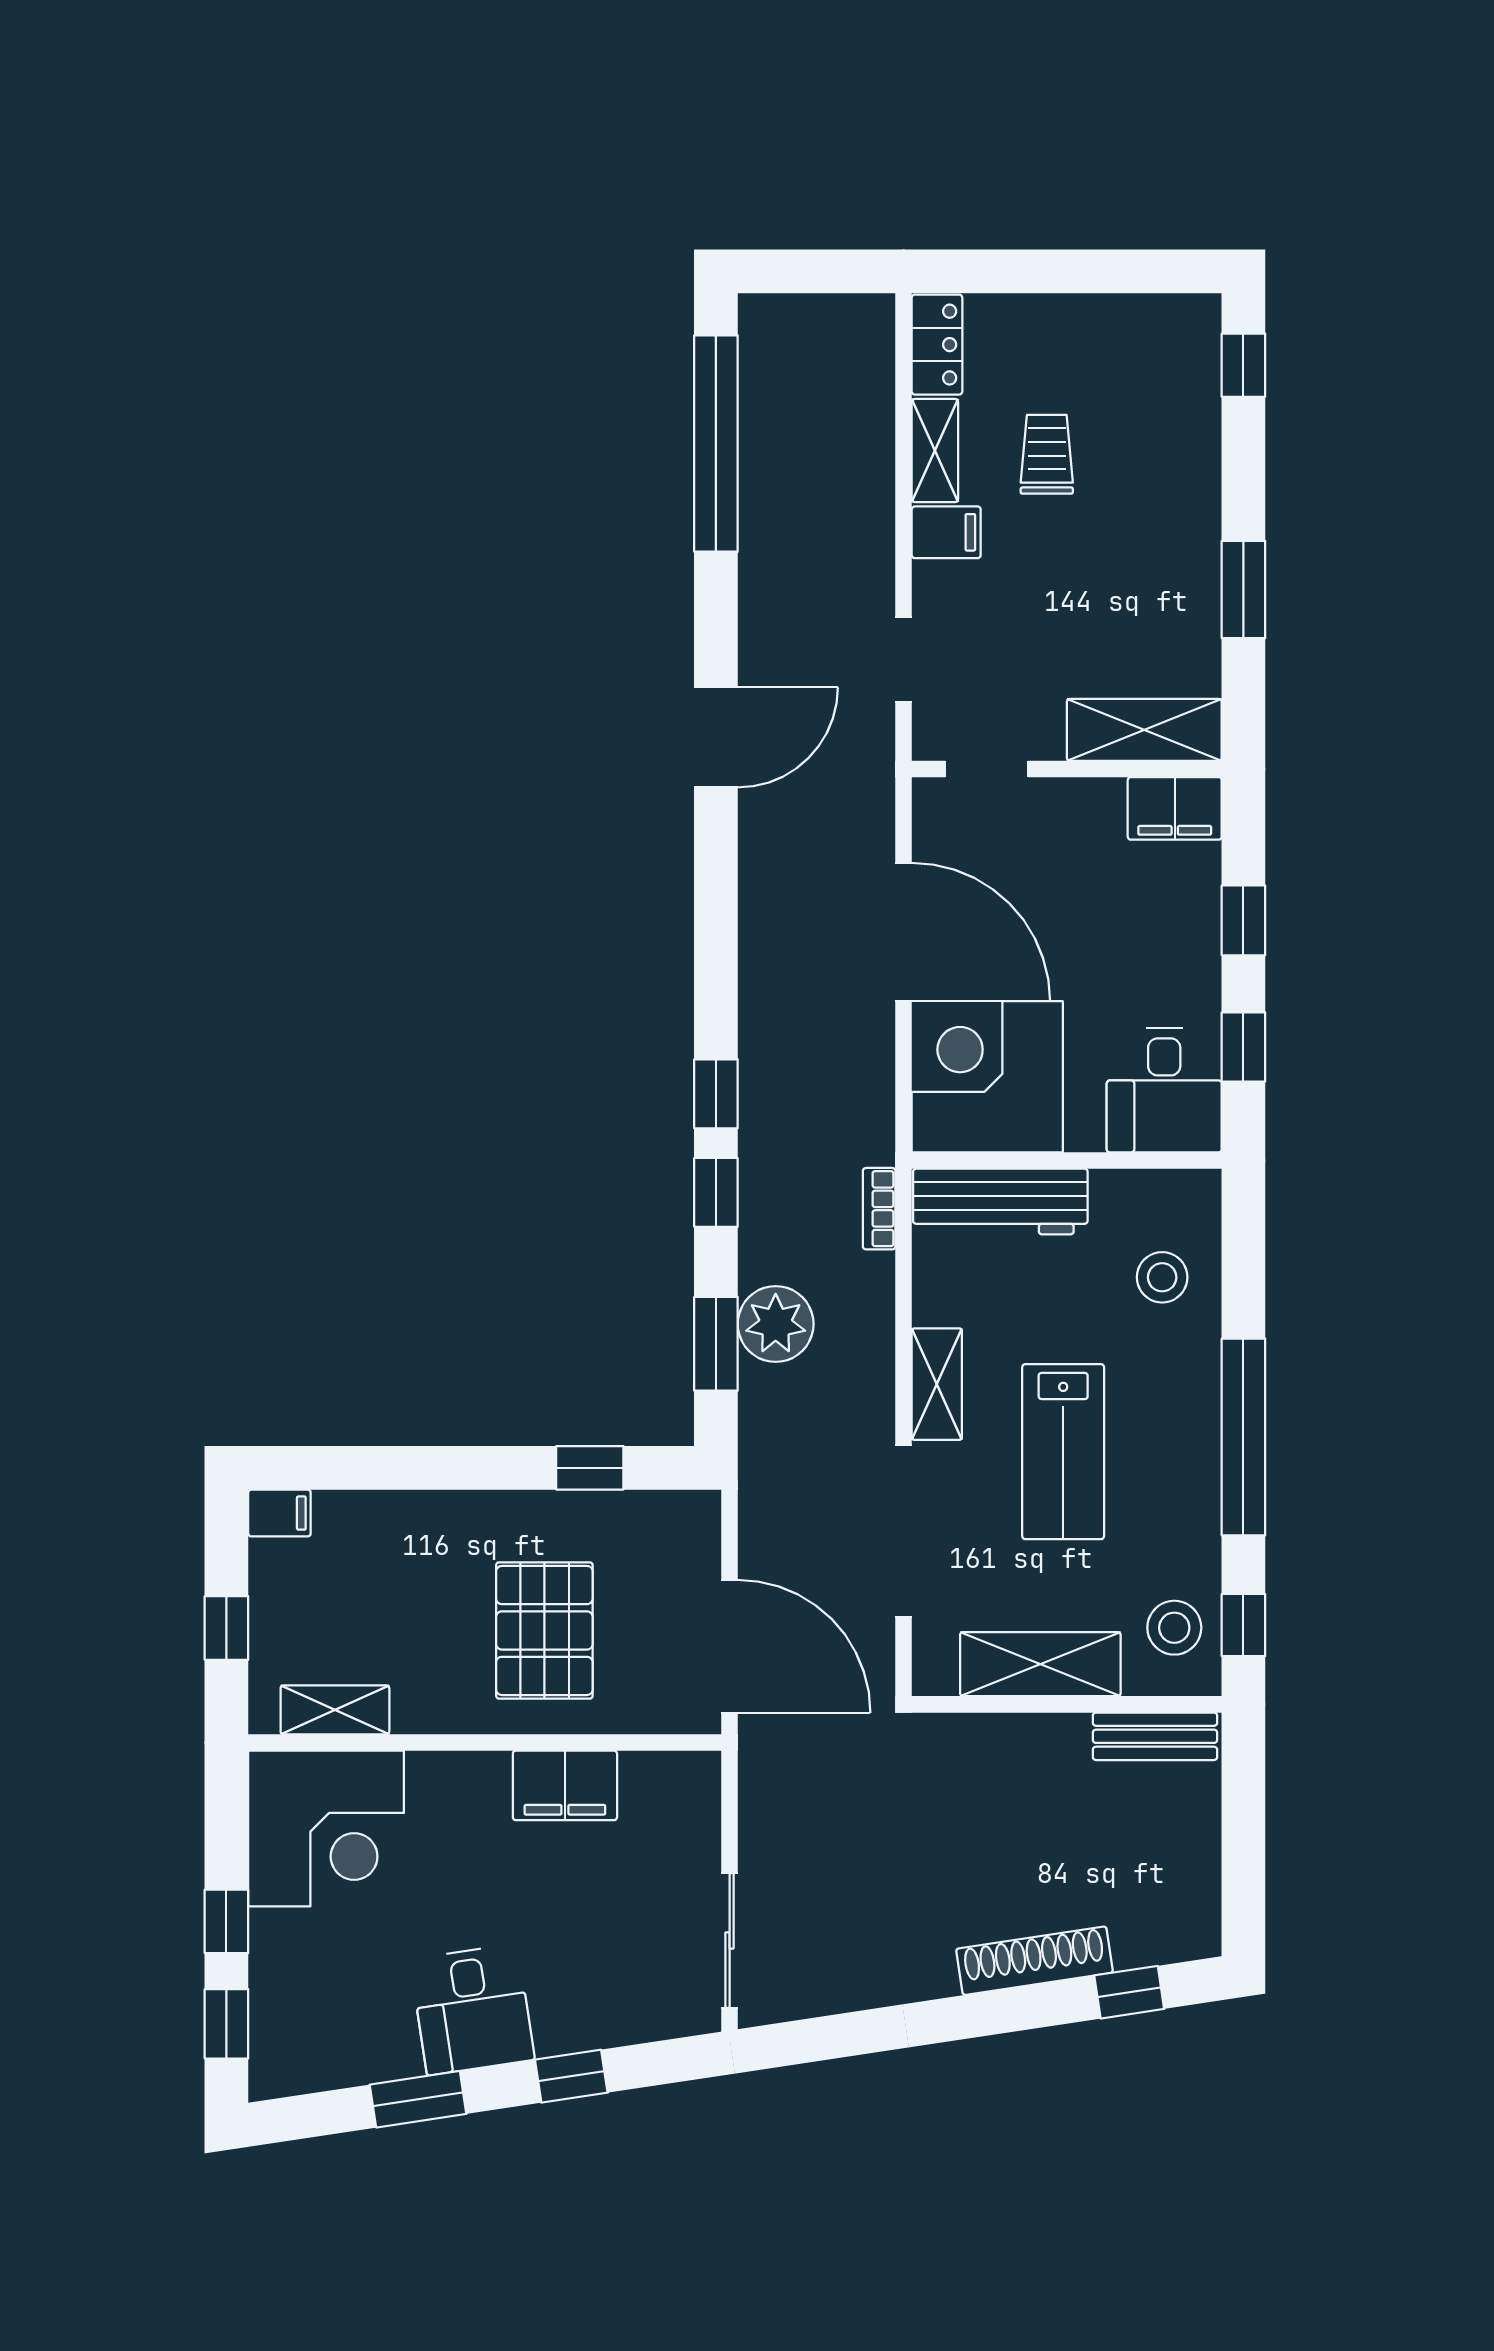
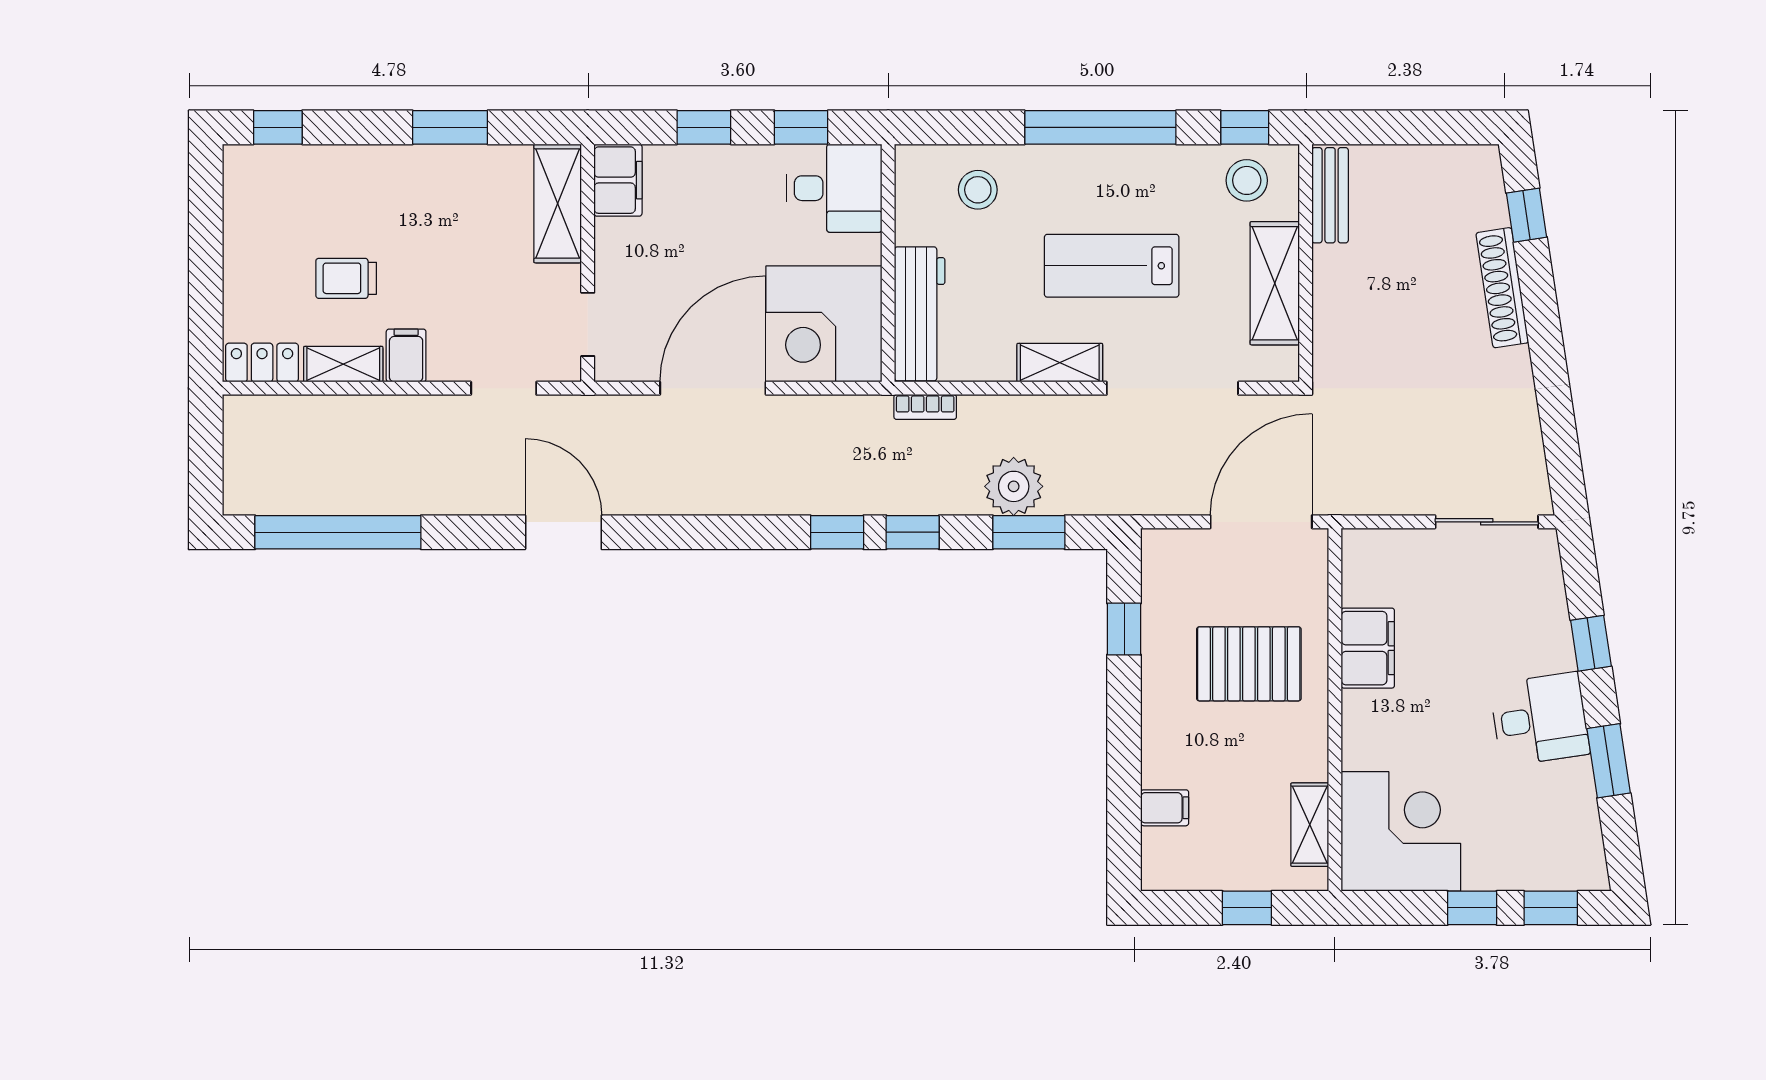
lab bench: (1063, 1452) -> (1112, 266), turned 180
filing cabinet: (279, 1513) -> (1165, 808), moved, turned 90

